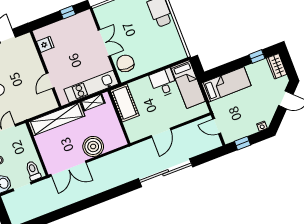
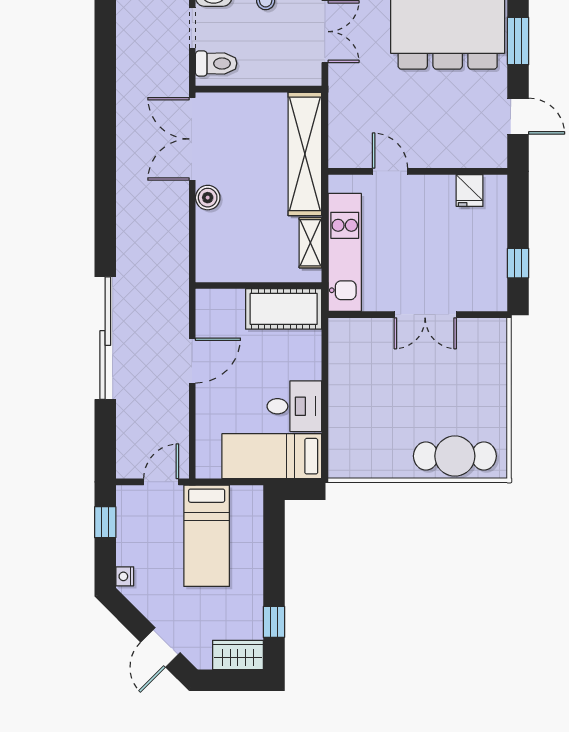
chair: (125, 63) -> (365, 342), removed
bed: (226, 84) -> (207, 536), moved
door: (161, 133) -> (192, 361), swing flipped
boiler: (93, 146) -> (208, 198), width x0.54, depth x0.54

